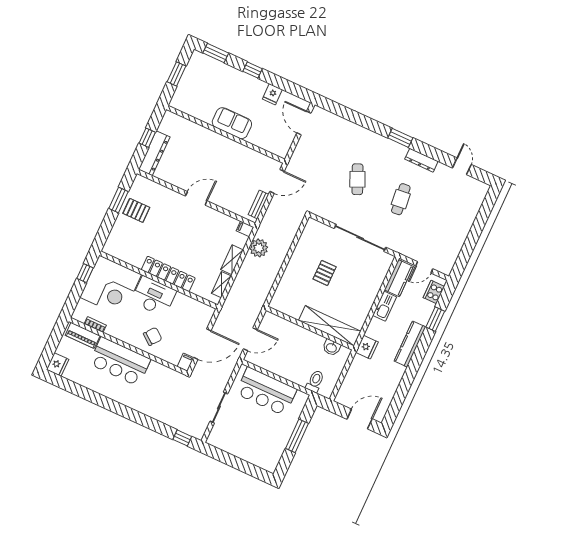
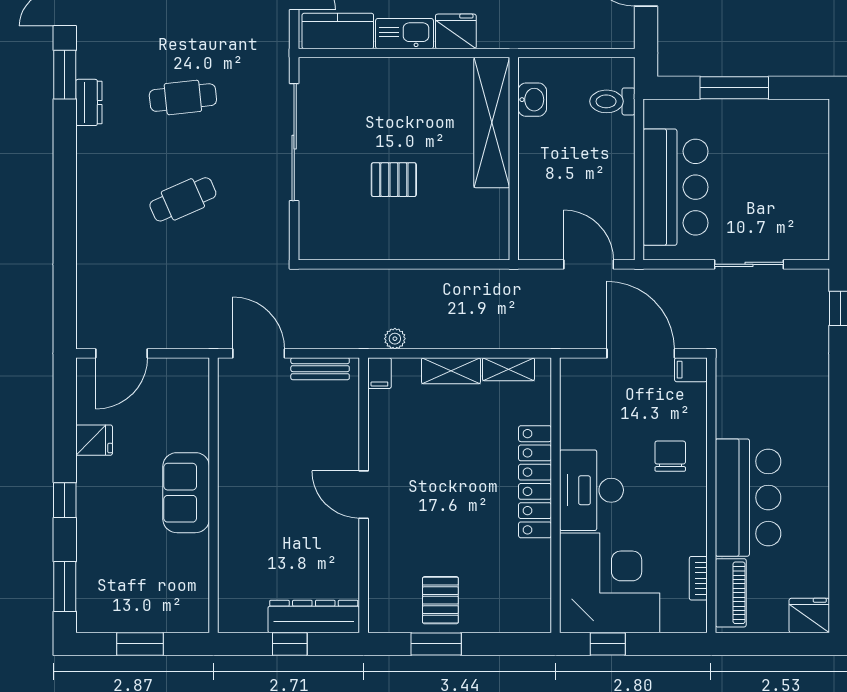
window: (400, 138) -> (65, 75), moved
dresser: (421, 160) -> (89, 102), width x0.70
plant: (259, 248) -> (395, 339), width x0.53, depth x0.53
chair: (153, 336) -> (670, 456), turned 52
fridge: (367, 347) -> (456, 31), moved

